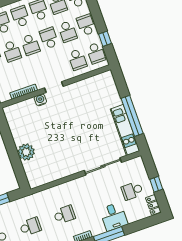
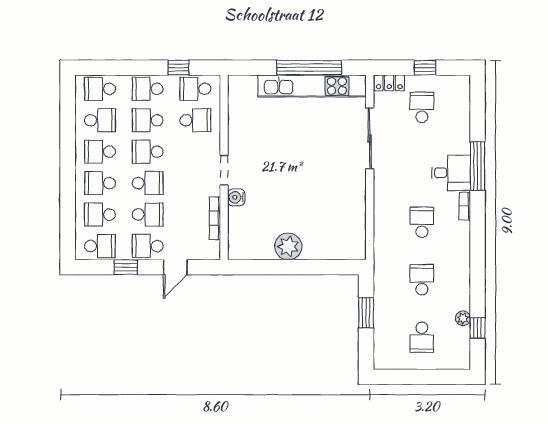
school desk: (68, 32) -> (148, 120), turned 180
school desk: (96, 53) -> (195, 89), turned 180
kitchen unit: (125, 130) -> (312, 86), width x1.36
plant: (26, 152) -> (288, 246), moved
school desk: (132, 191) -> (422, 107), turned 180
locker: (153, 205) -> (389, 83), moved
desk: (114, 217) -> (451, 173), moved

